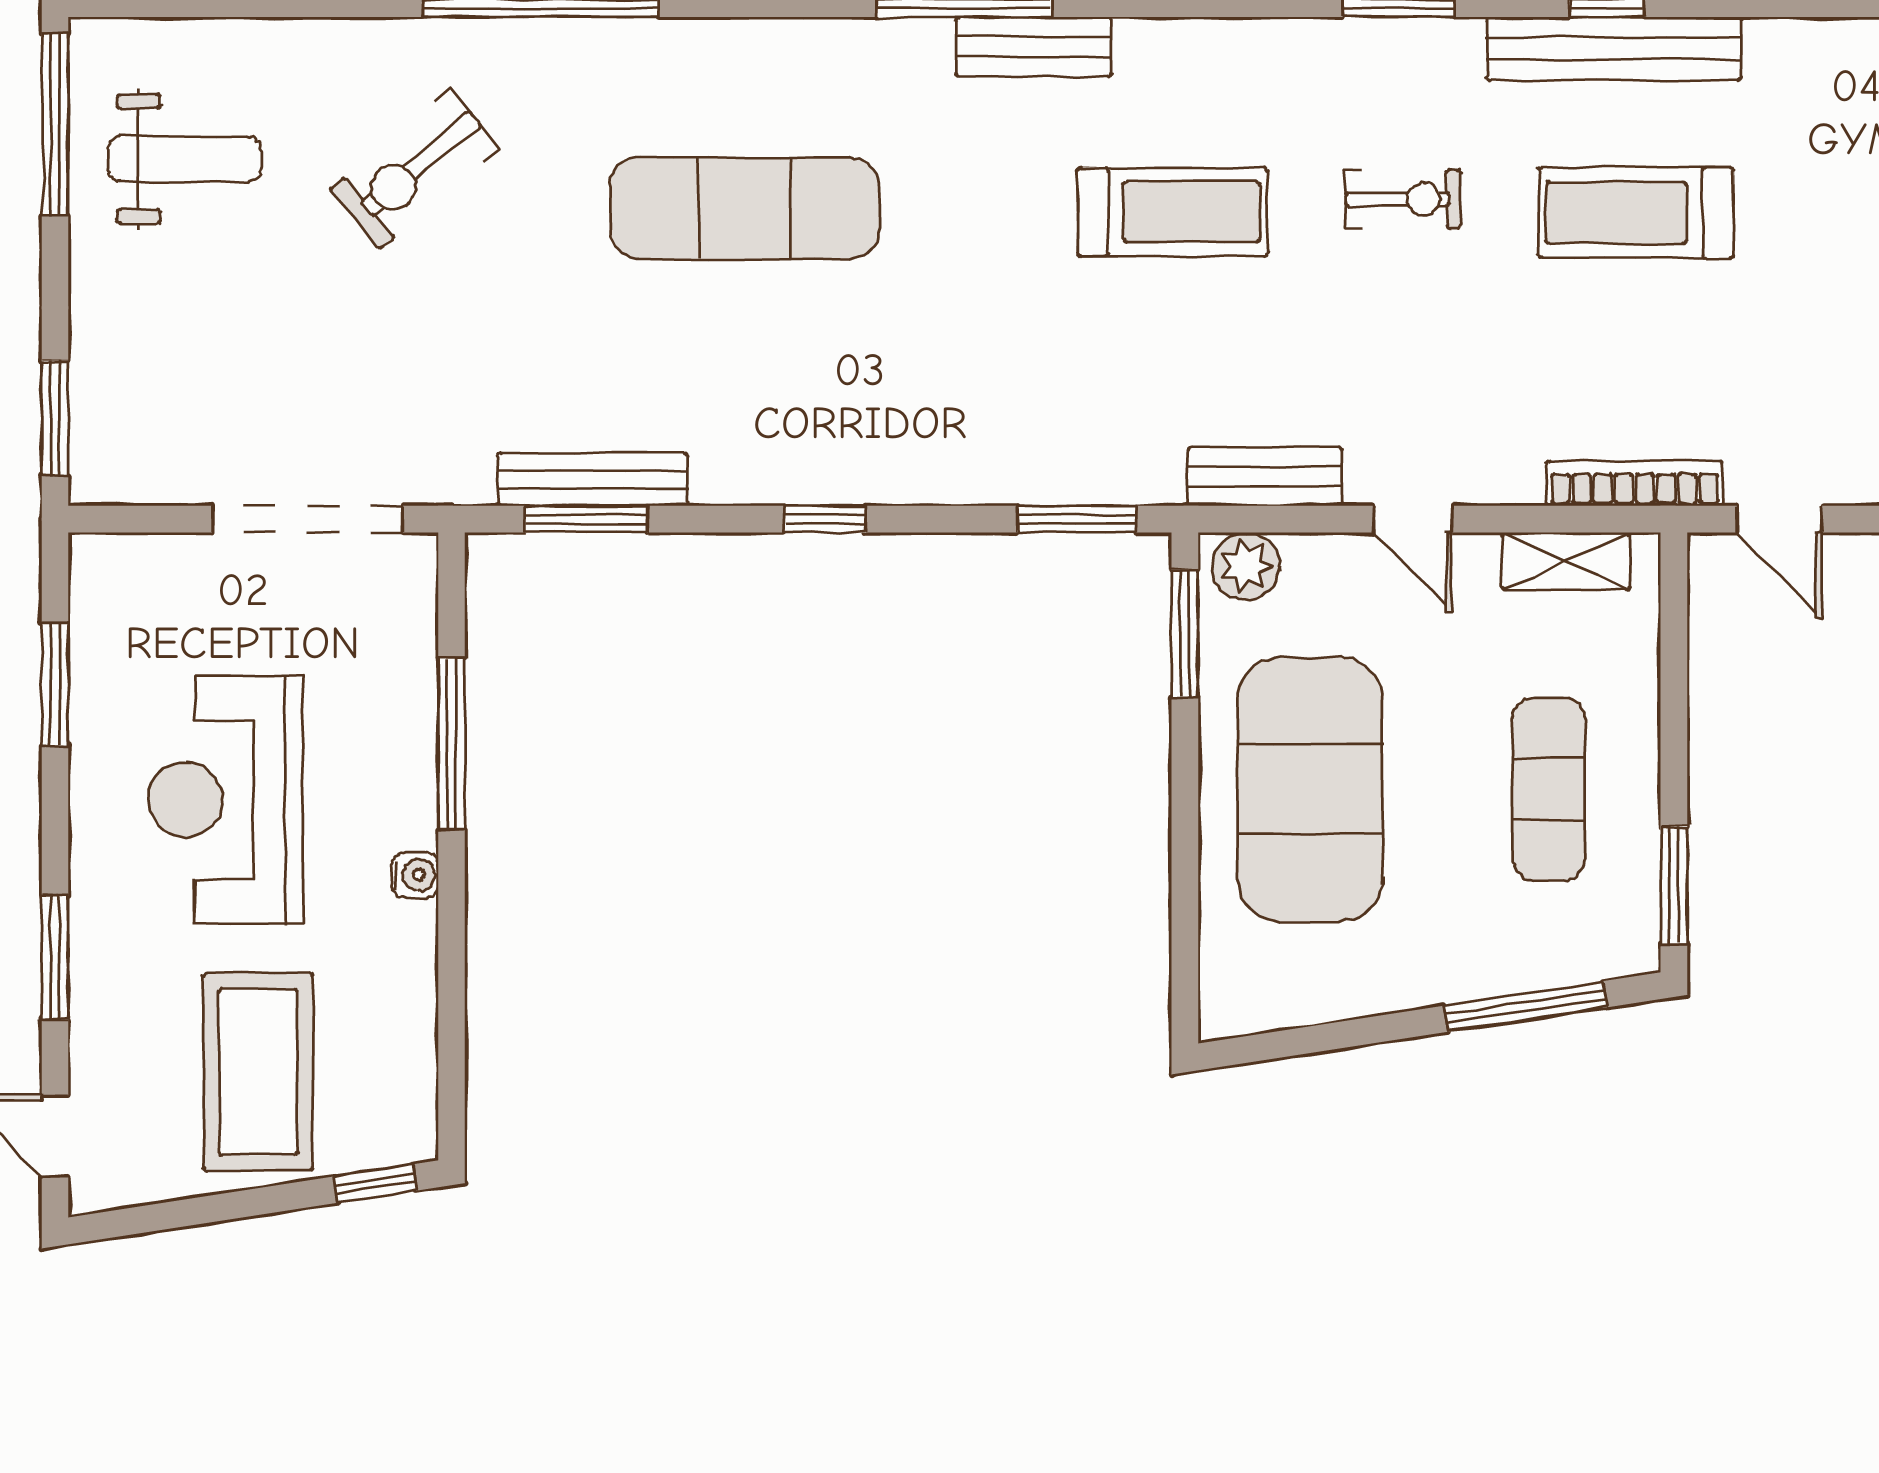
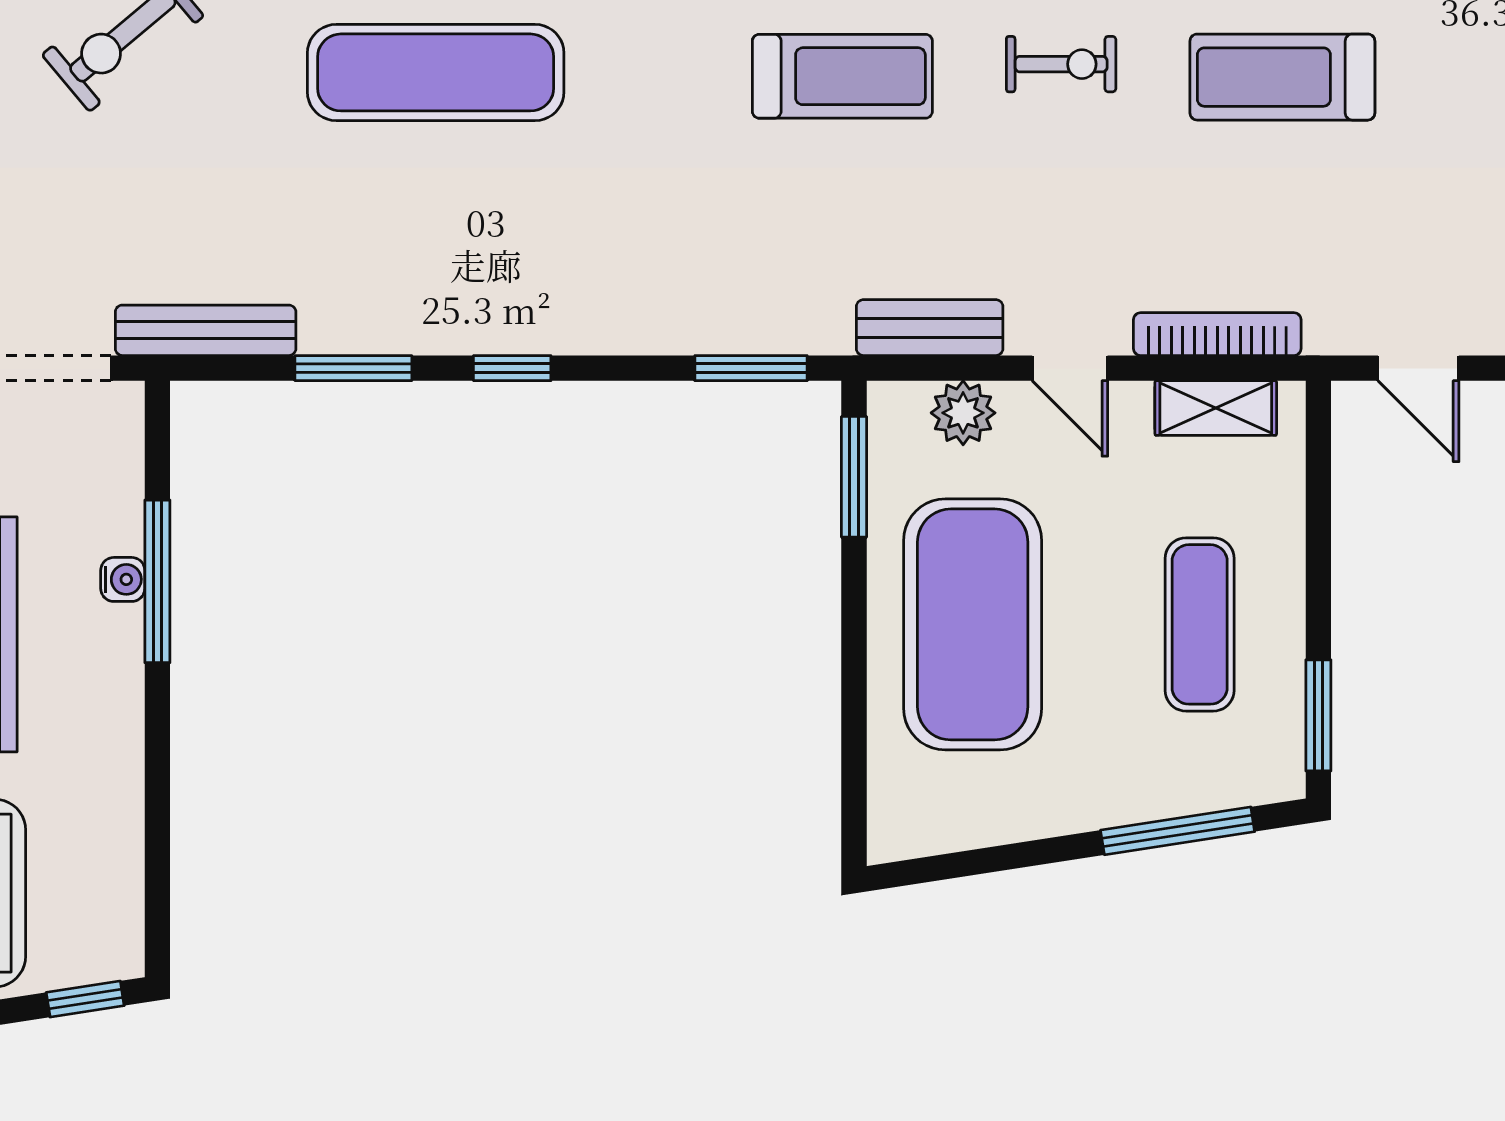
bench: (593, 479) -> (206, 330), moved
bookcase: (1635, 483) -> (1217, 334), moved
window: (586, 519) -> (353, 368), moved
plant: (1246, 566) -> (963, 413), moved
water cooler: (415, 875) -> (123, 579), moved

